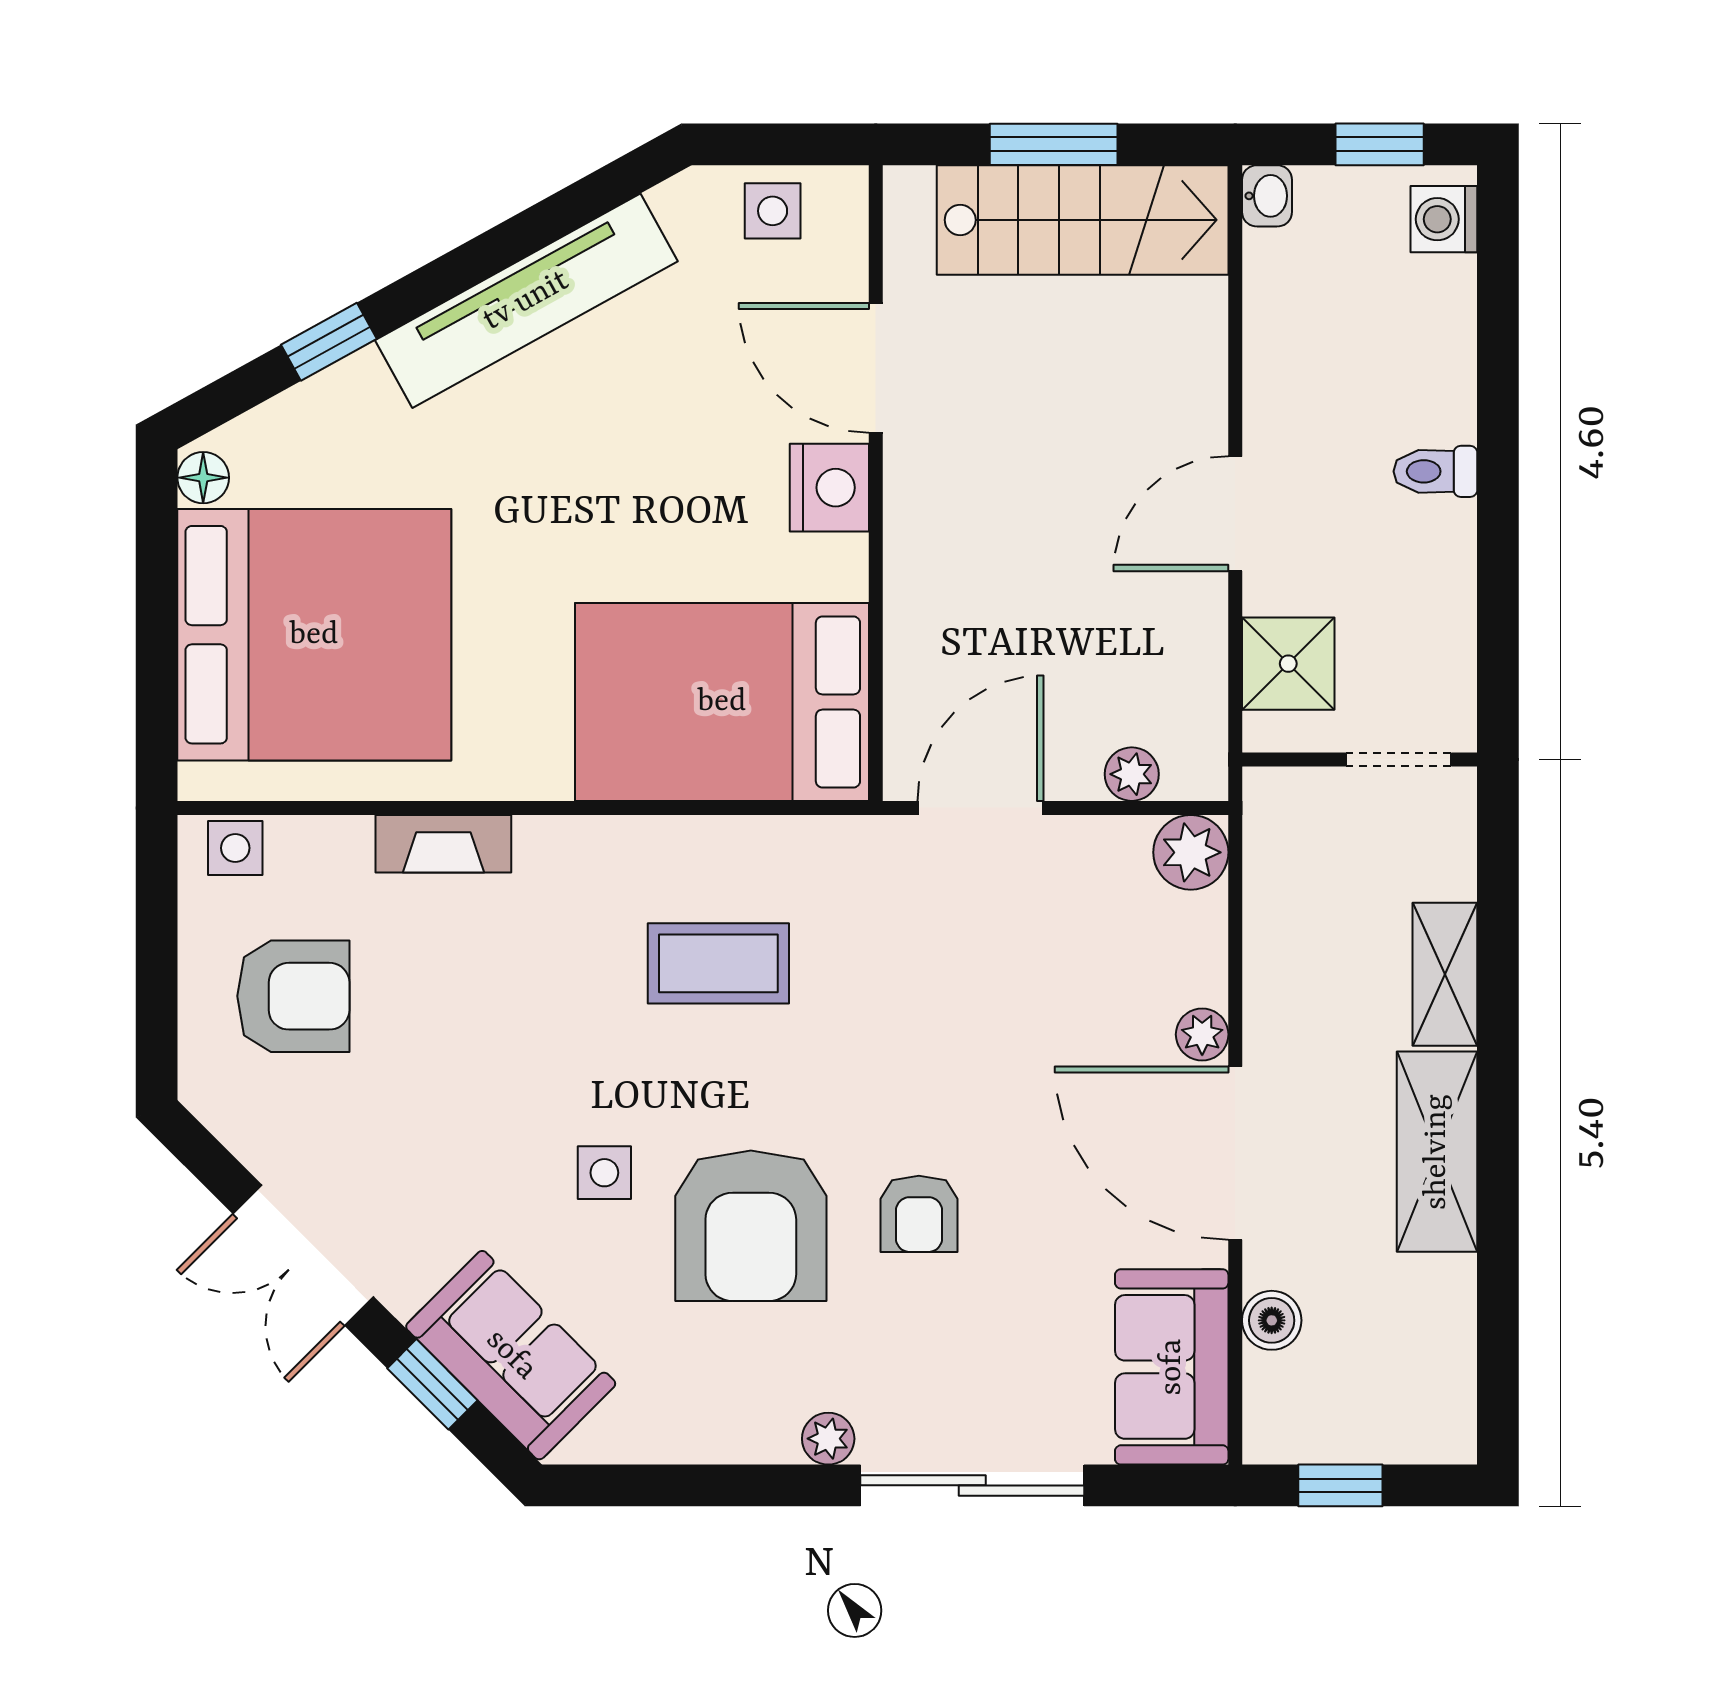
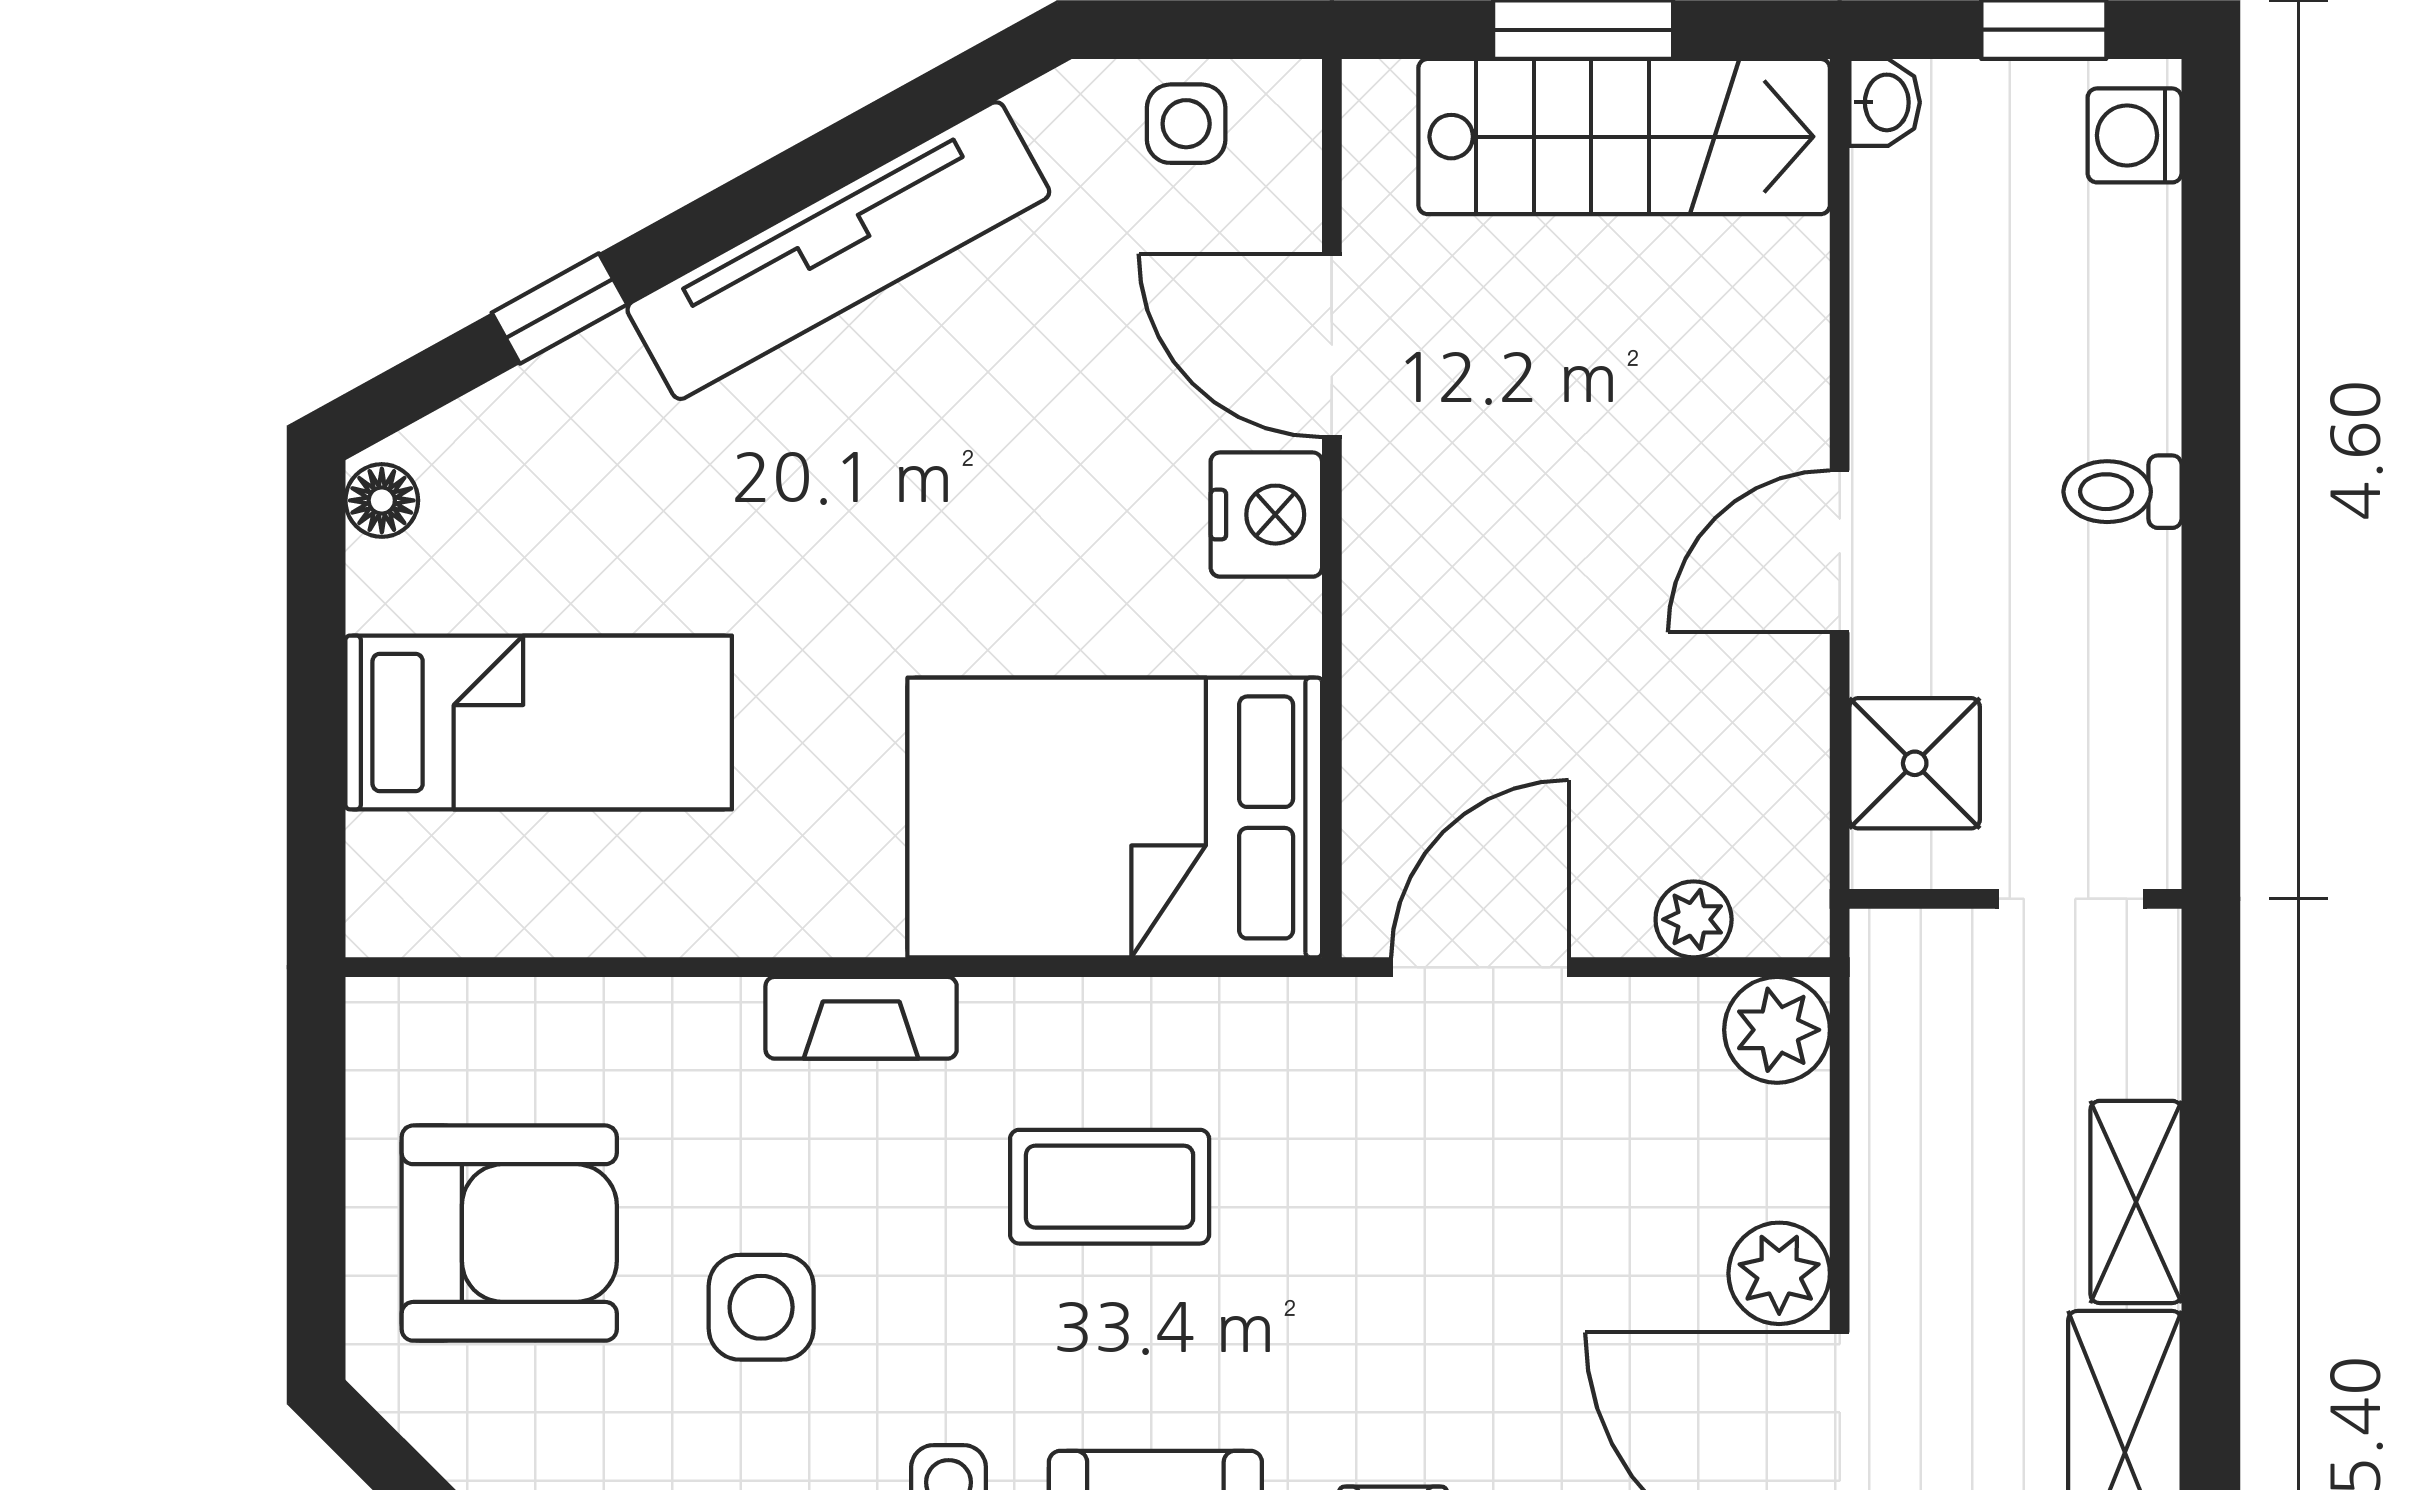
bed: (314, 635) -> (539, 722), width x0.49
fireplace: (443, 844) -> (861, 1018), moved
side table: (235, 848) -> (761, 1307), moved, width x1.37, depth x1.37
armchair: (293, 996) -> (509, 1233), width x1.36, depth x1.36
plant: (1202, 1034) -> (1779, 1273), width x1.38, depth x1.38

